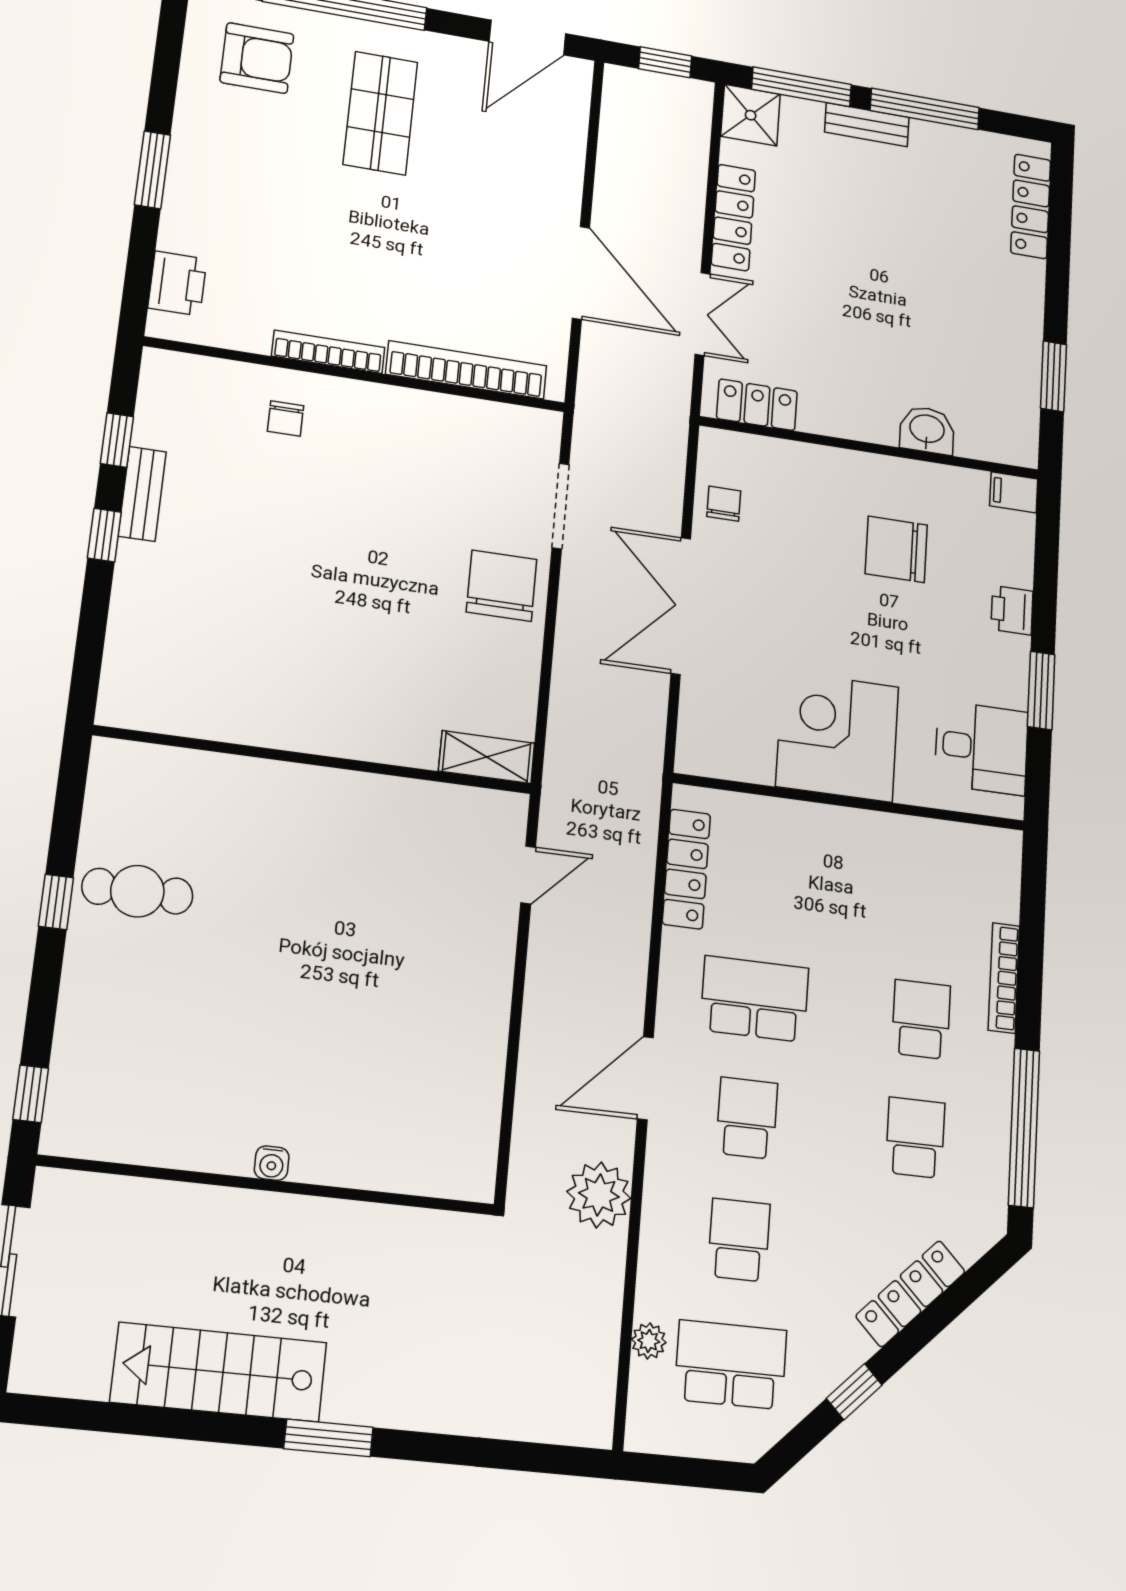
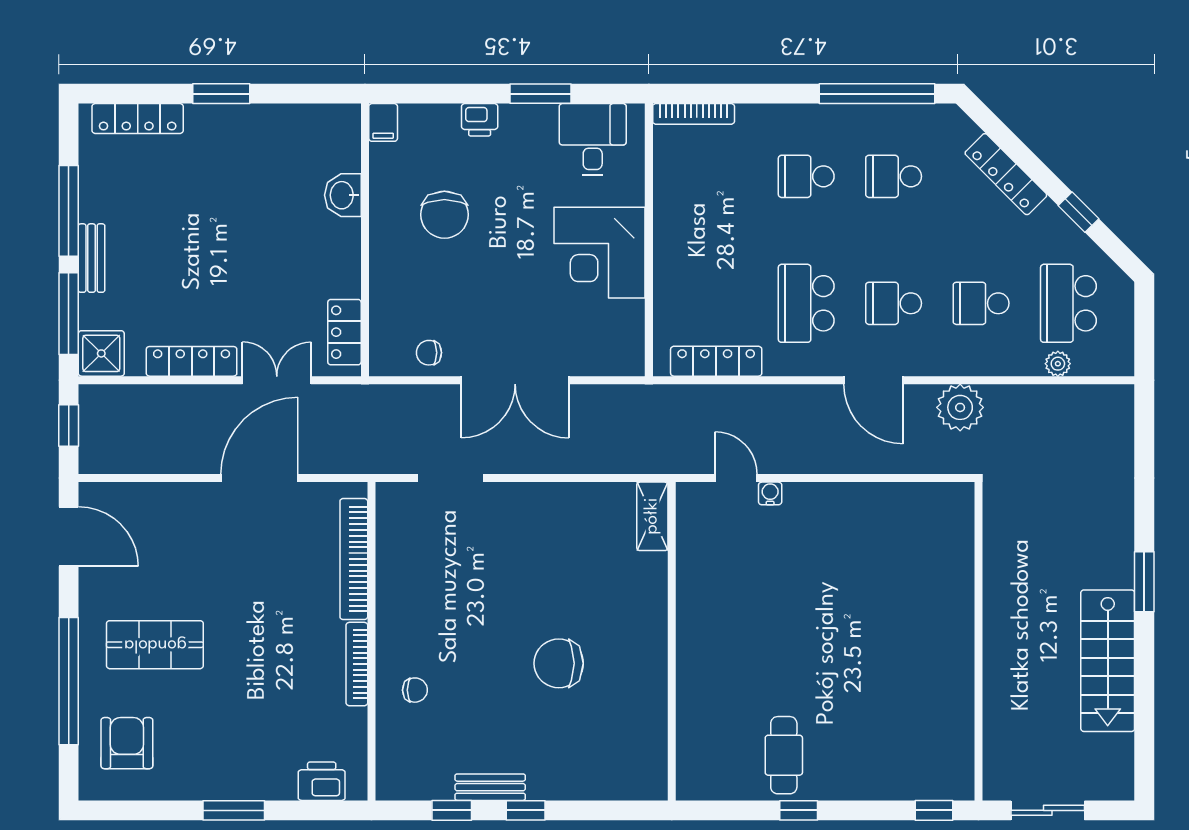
window: (1054, 376) -> (221, 94), moved
chair: (502, 586) -> (559, 663), moved
bookcase: (1004, 978) -> (694, 114), moved
water cooler: (272, 1163) -> (770, 493), moved, turned -90

